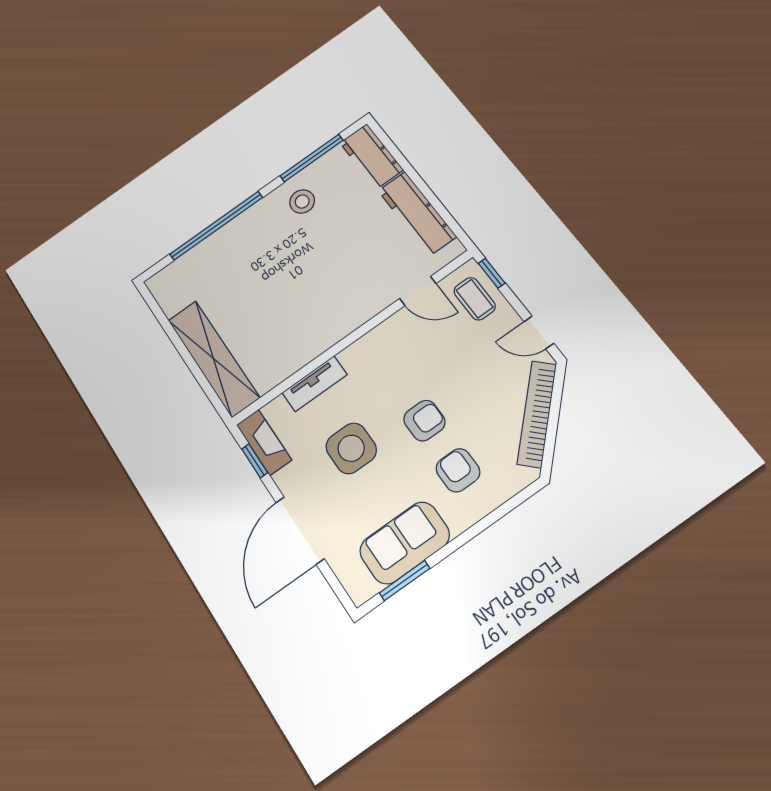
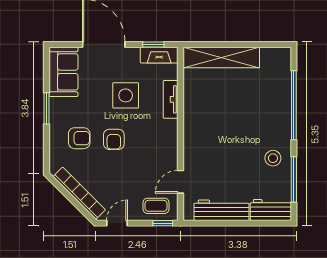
sofa: (405, 543) -> (63, 72), moved
window: (405, 581) -> (47, 108), moved

